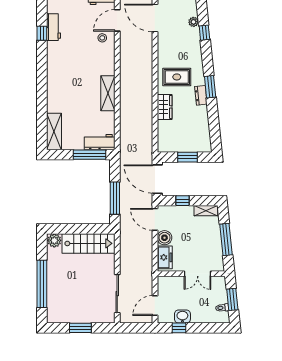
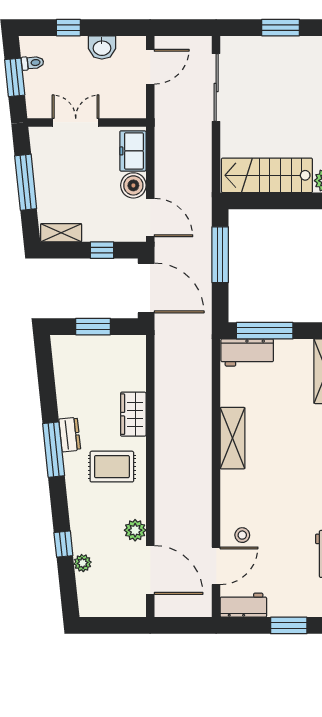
plant: (163, 41) -> (135, 530), added
window: (210, 87) -> (54, 450), width x1.44
window: (179, 328) -> (68, 28), moved

